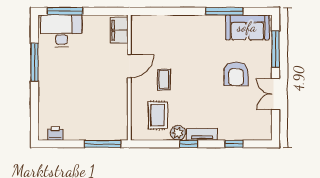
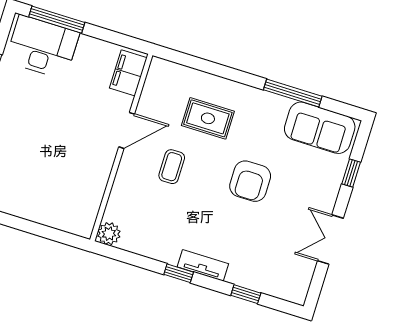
window: (275, 49) -> (351, 173), width x0.46
armchair: (236, 74) -> (250, 181), moved
rug: (158, 115) -> (208, 118), moved, turned 90
plant: (178, 133) -> (109, 234), moved
window: (103, 144) -> (51, 234), removed

